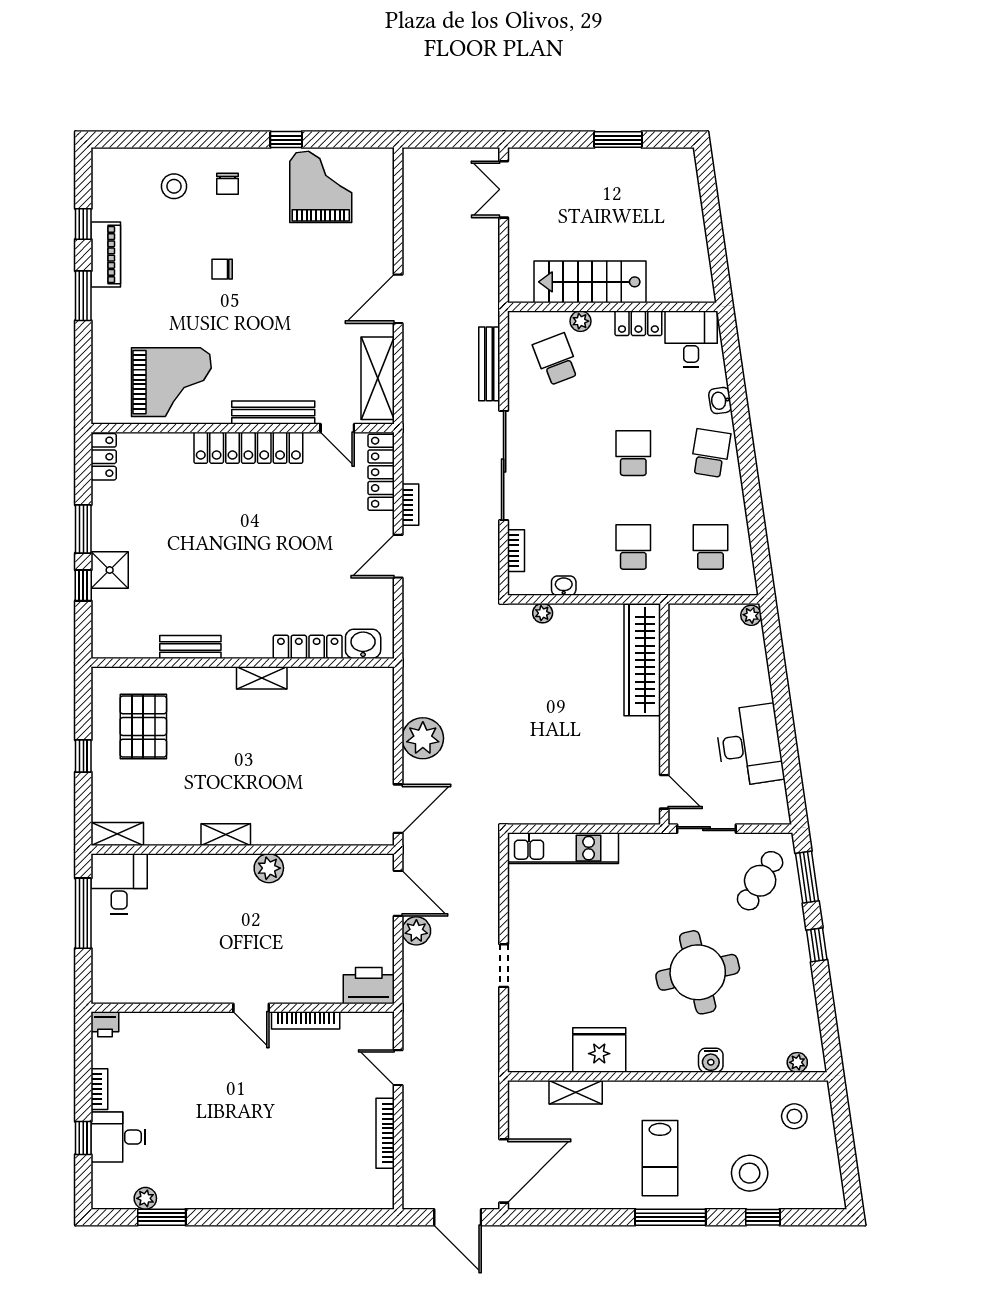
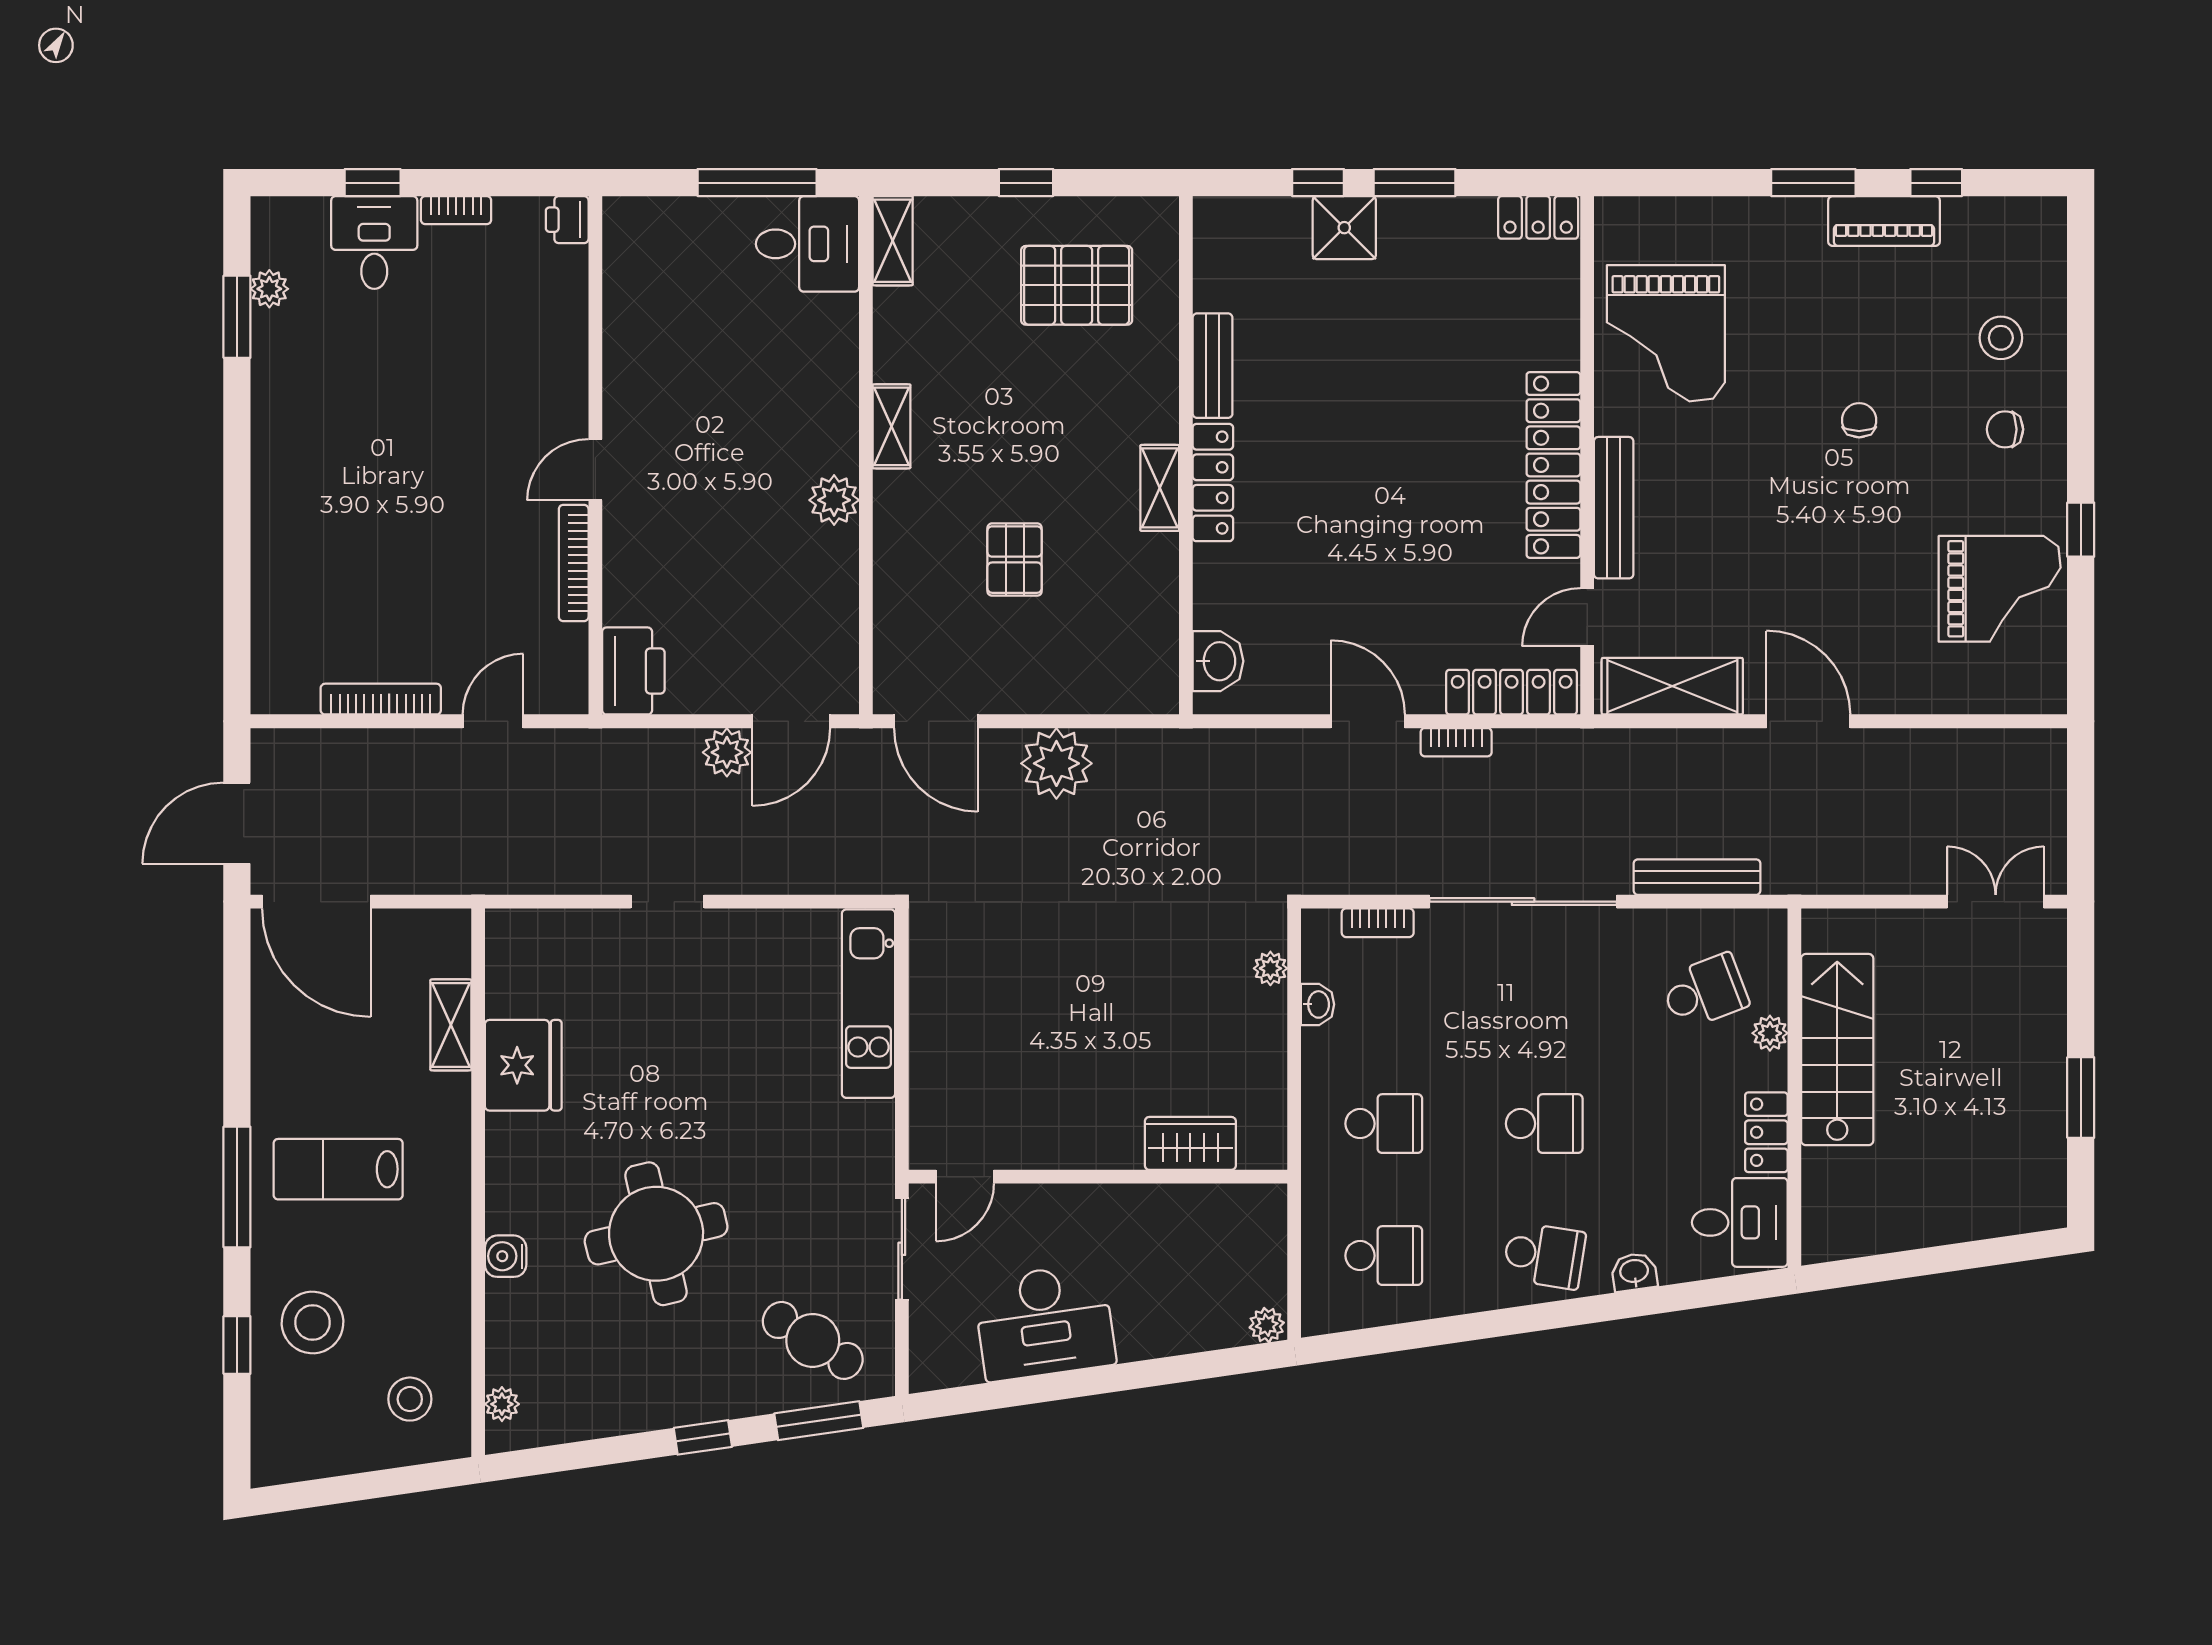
locker: (308, 647) -> (1213, 483), moved
wardrobe: (642, 660) -> (1190, 1143), width x0.48, depth x0.85
pallet: (304, 763) -> (1015, 560), added

